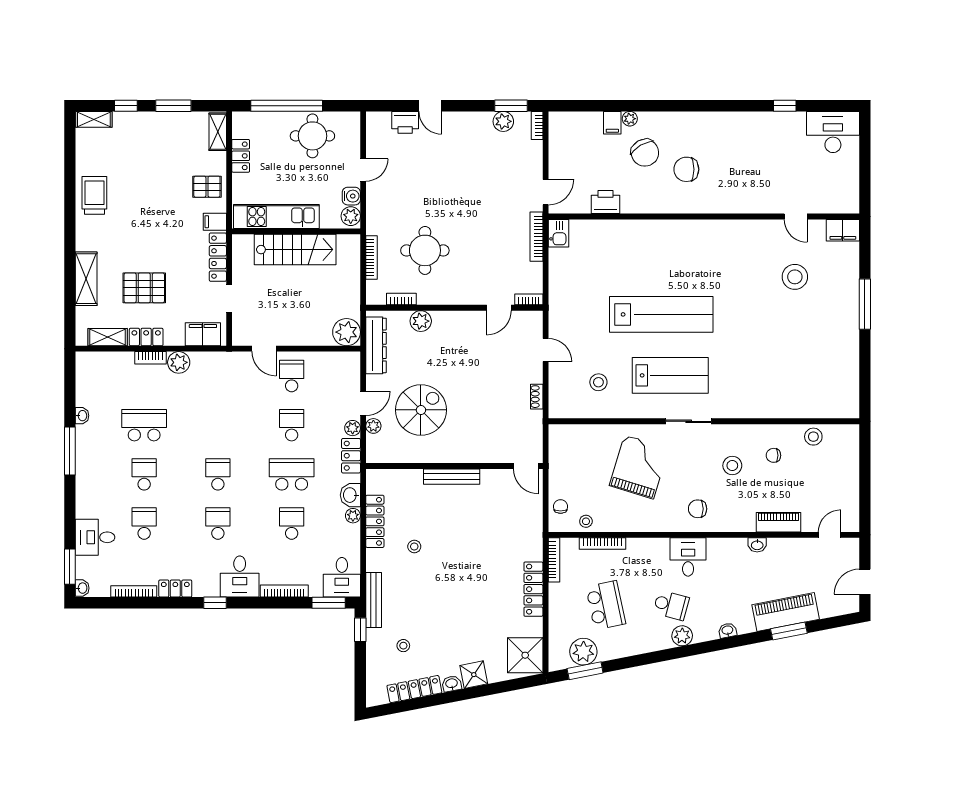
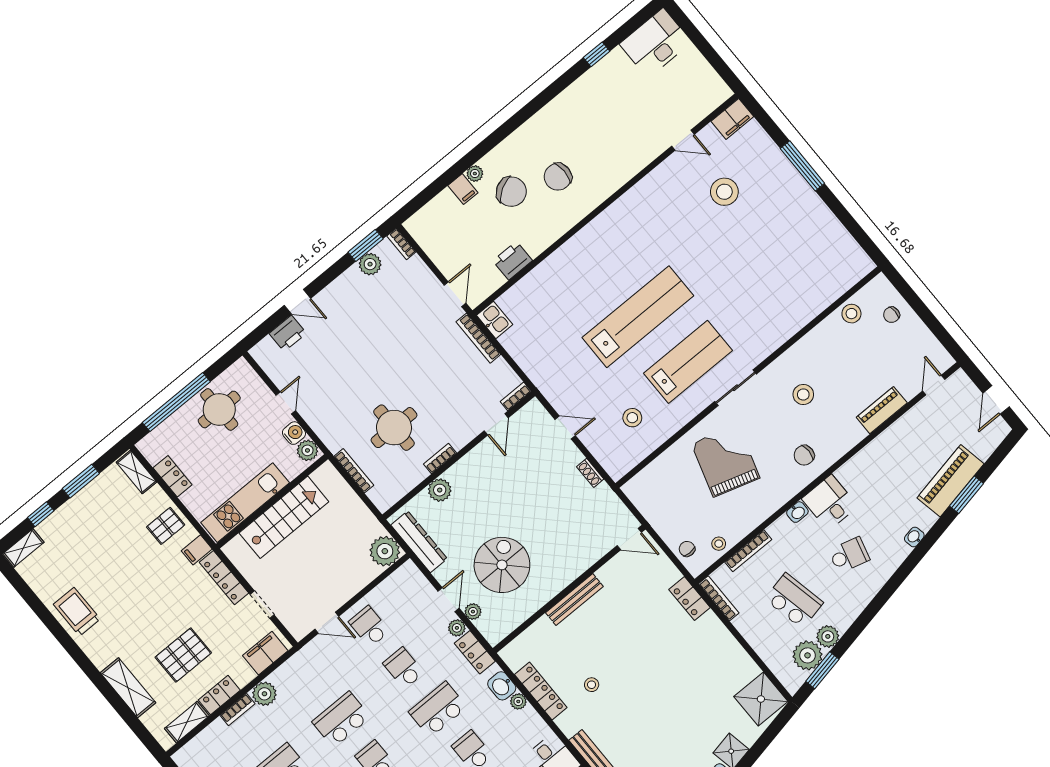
bookcase: (401, 299) -> (440, 458), moved
school desk: (218, 425) -> (341, 719), added
chair: (773, 455) -> (892, 315), moved
washbasin: (757, 545) -> (797, 512), moved
locker: (533, 589) -> (689, 598), moved, width x0.66
plant: (682, 636) -> (828, 636), moved

